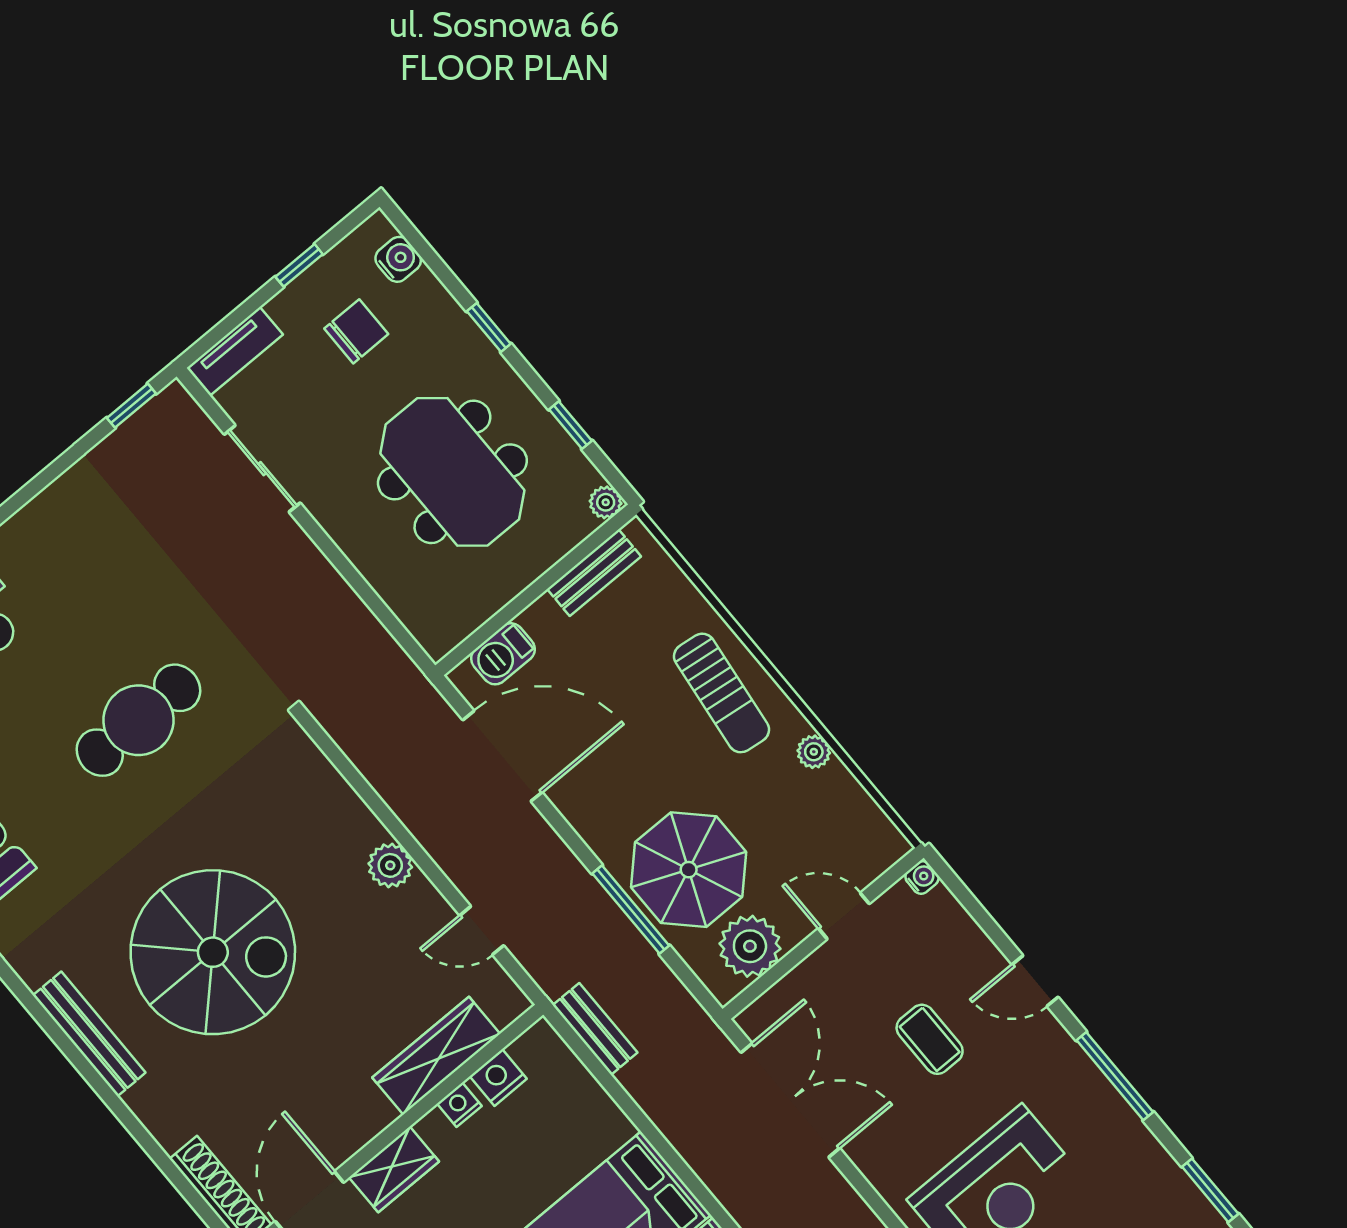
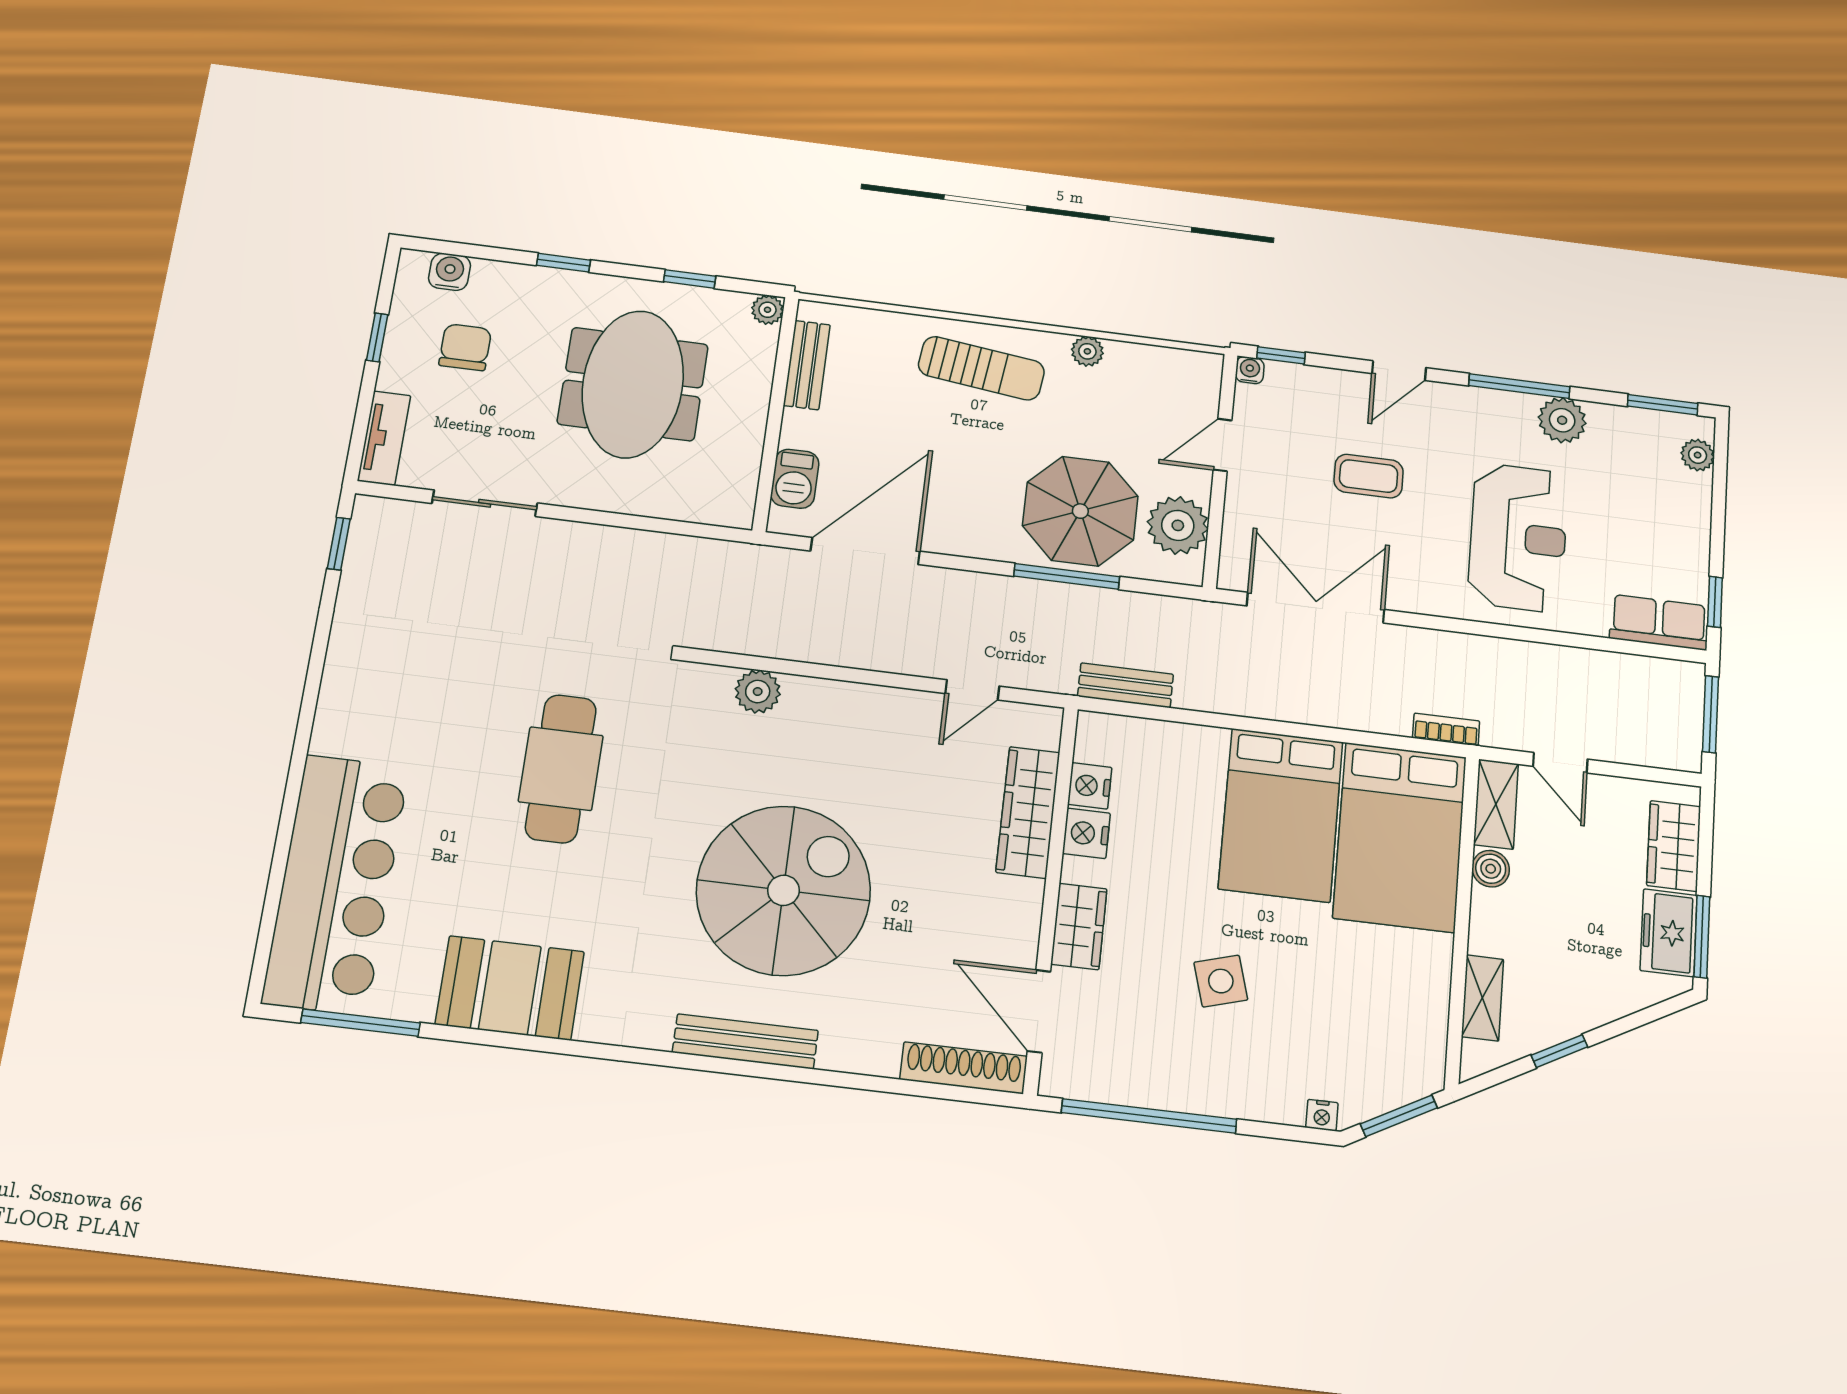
meeting table: (452, 472) -> (633, 384), turned 90
plant: (390, 865) -> (758, 692), moved
window: (957, 888) -> (1281, 355), added
nightstand: (459, 1105) -> (1086, 833), width x1.39, depth x1.35
plant: (1120, 1132) -> (1562, 420), added

